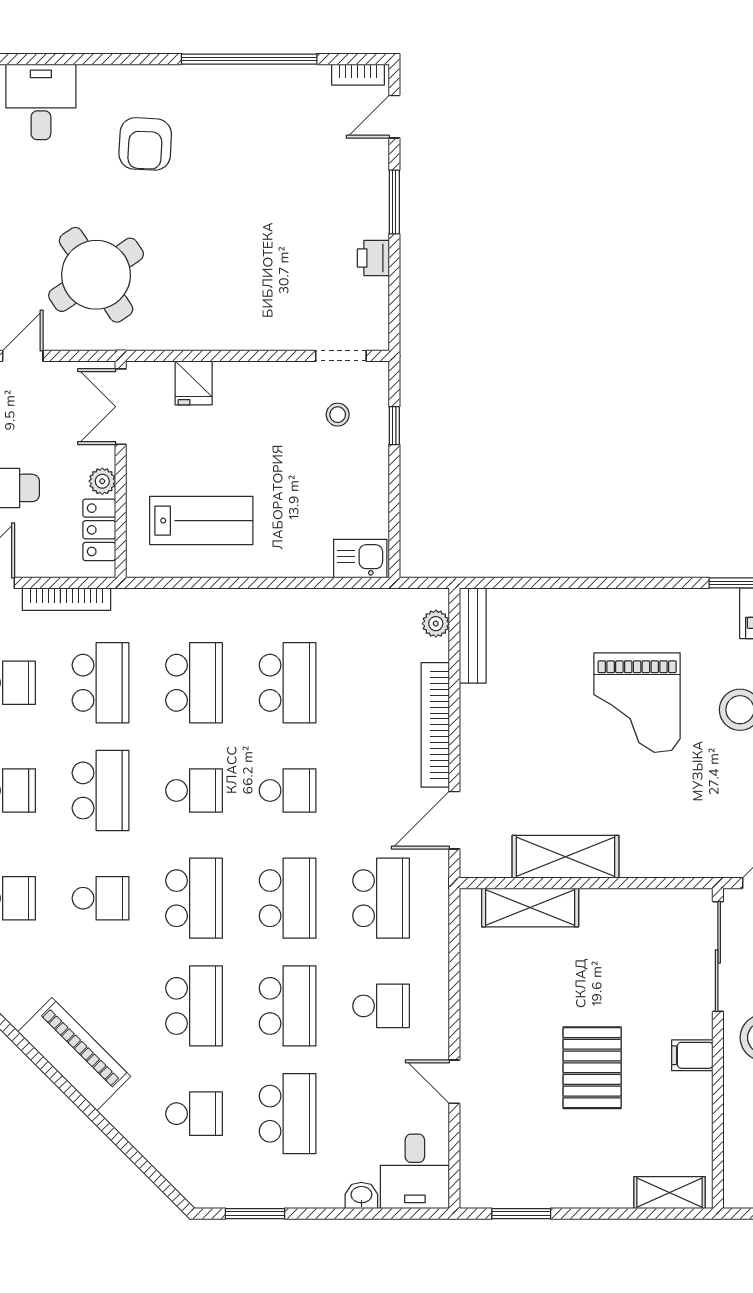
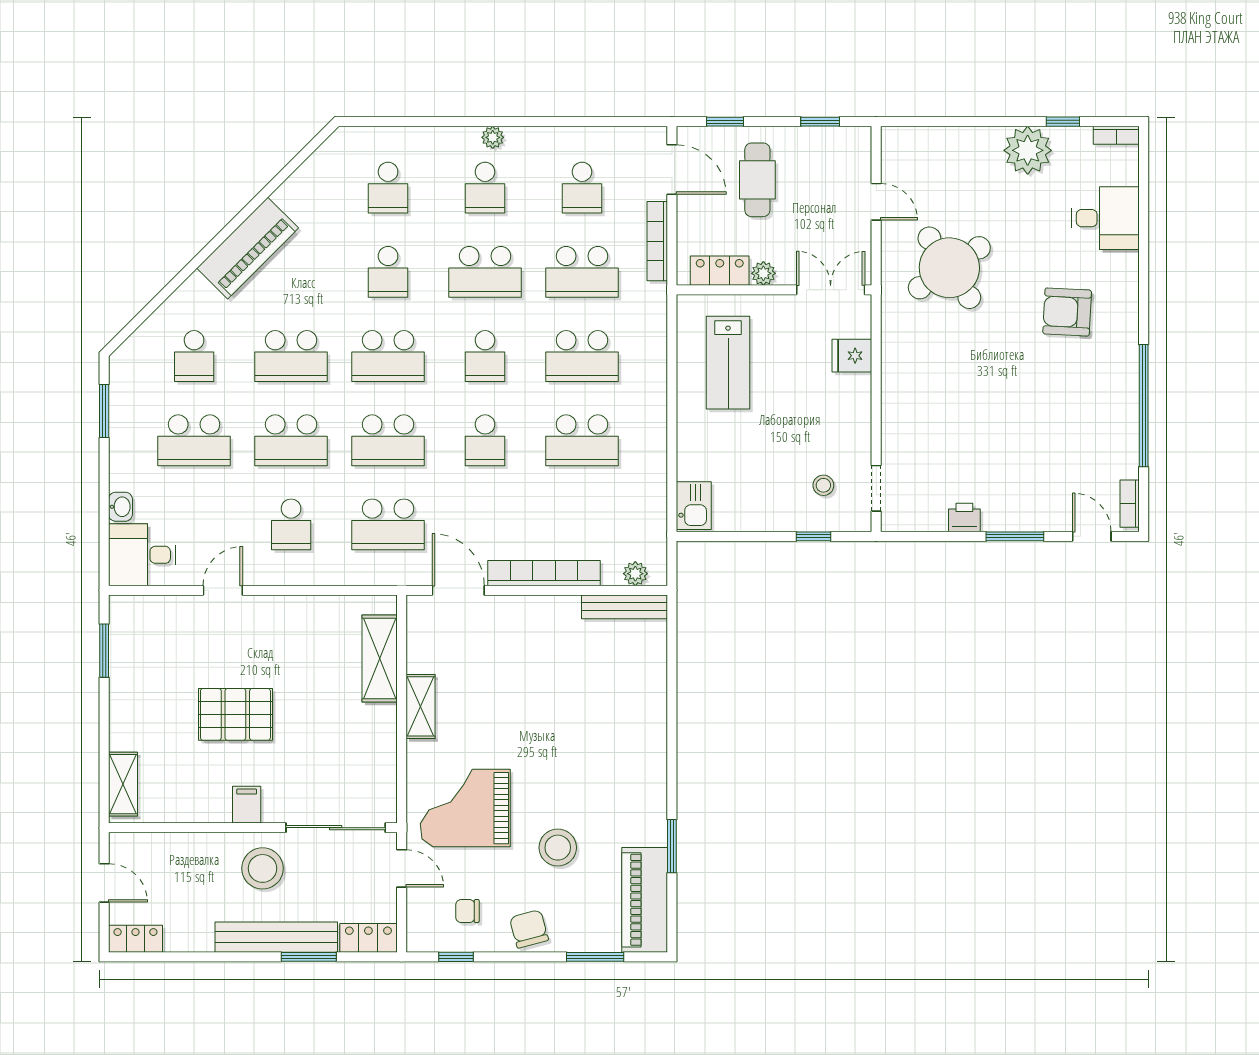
grand piano: (637, 703) -> (465, 808), moved
shelving: (565, 857) -> (420, 706), width x0.67, depth x0.75

